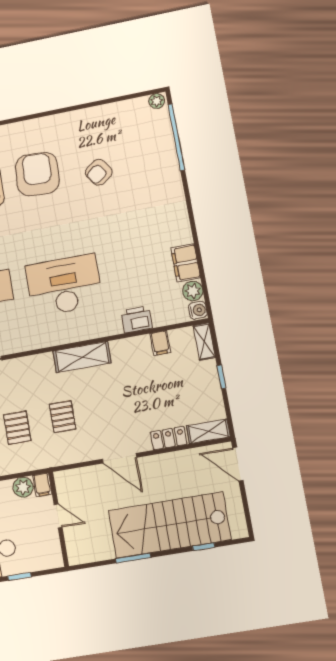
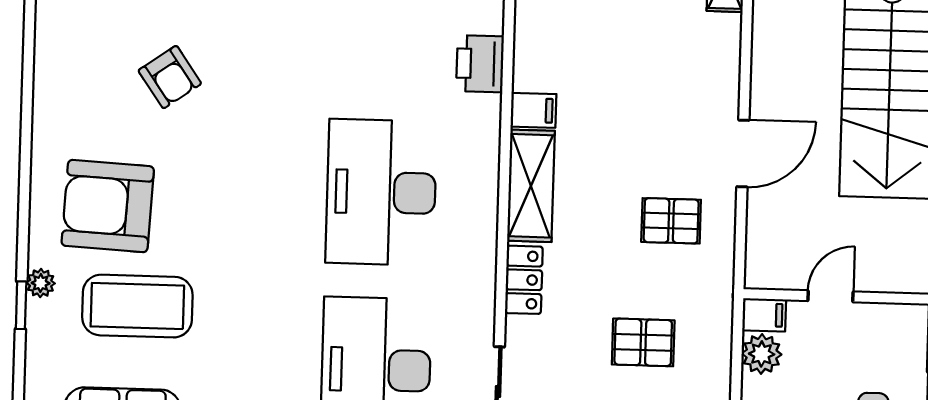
armchair: (37, 174) -> (108, 206), moved
filing cabinet: (160, 343) -> (533, 110), moved
pallet: (63, 417) -> (671, 221), moved
locker: (169, 438) -> (524, 280), moved, turned 180

